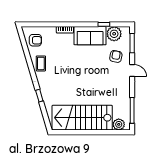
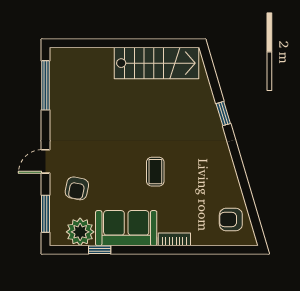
coffee table: (41, 63) -> (155, 172), moved
door: (132, 71) -> (46, 161), hinge flipped
stairs: (82, 118) -> (157, 63), width x0.73, depth x0.66
plant: (119, 124) -> (71, 58), removed

